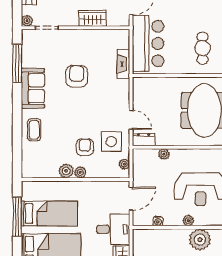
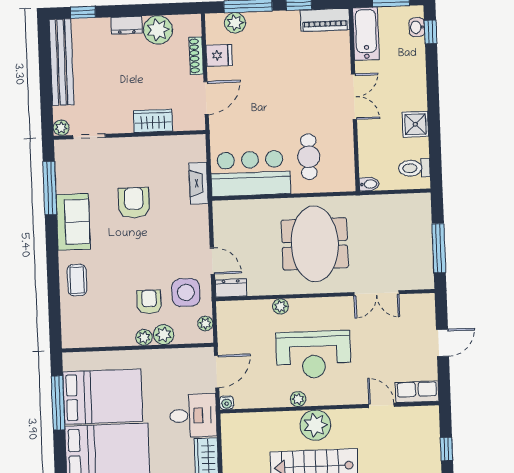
bar counter: (148, 44) -> (250, 173), moved, turned -90
plant: (164, 154) -> (280, 306), moved
plant: (66, 171) -> (164, 335), moved
bed: (49, 213) -> (103, 397), width x1.50
water cooler: (158, 221) -> (227, 403), moved

